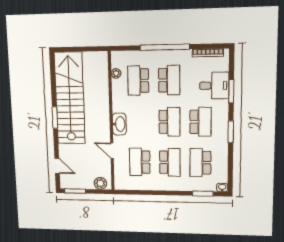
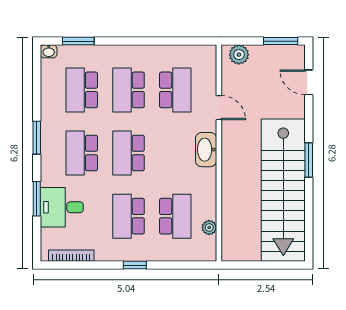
window: (165, 47) -> (135, 265), width x0.32
school desk: (200, 163) -> (82, 90), turned 180

